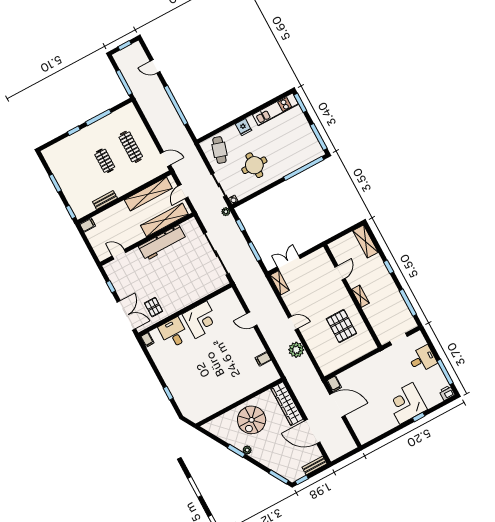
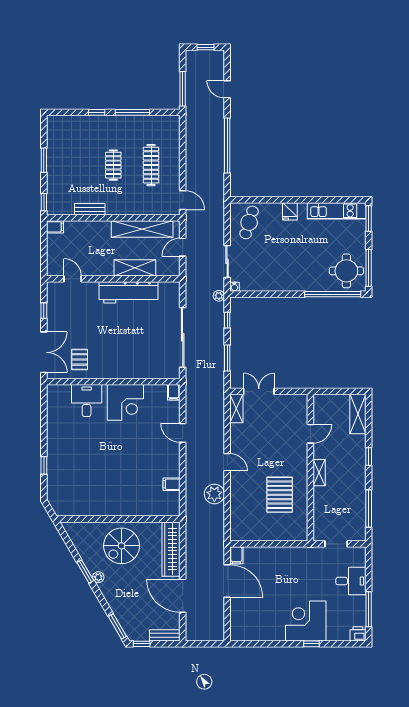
round table: (254, 165) -> (346, 271), moved
shelving: (164, 220) -> (135, 268), width x0.68
filing cabinet: (147, 340) -> (174, 392), moved

